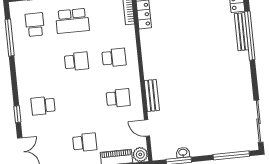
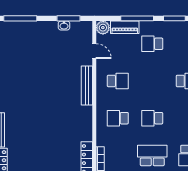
bench: (152, 95) -> (87, 85), width x1.36
school desk: (118, 98) -> (118, 81), turned 180

